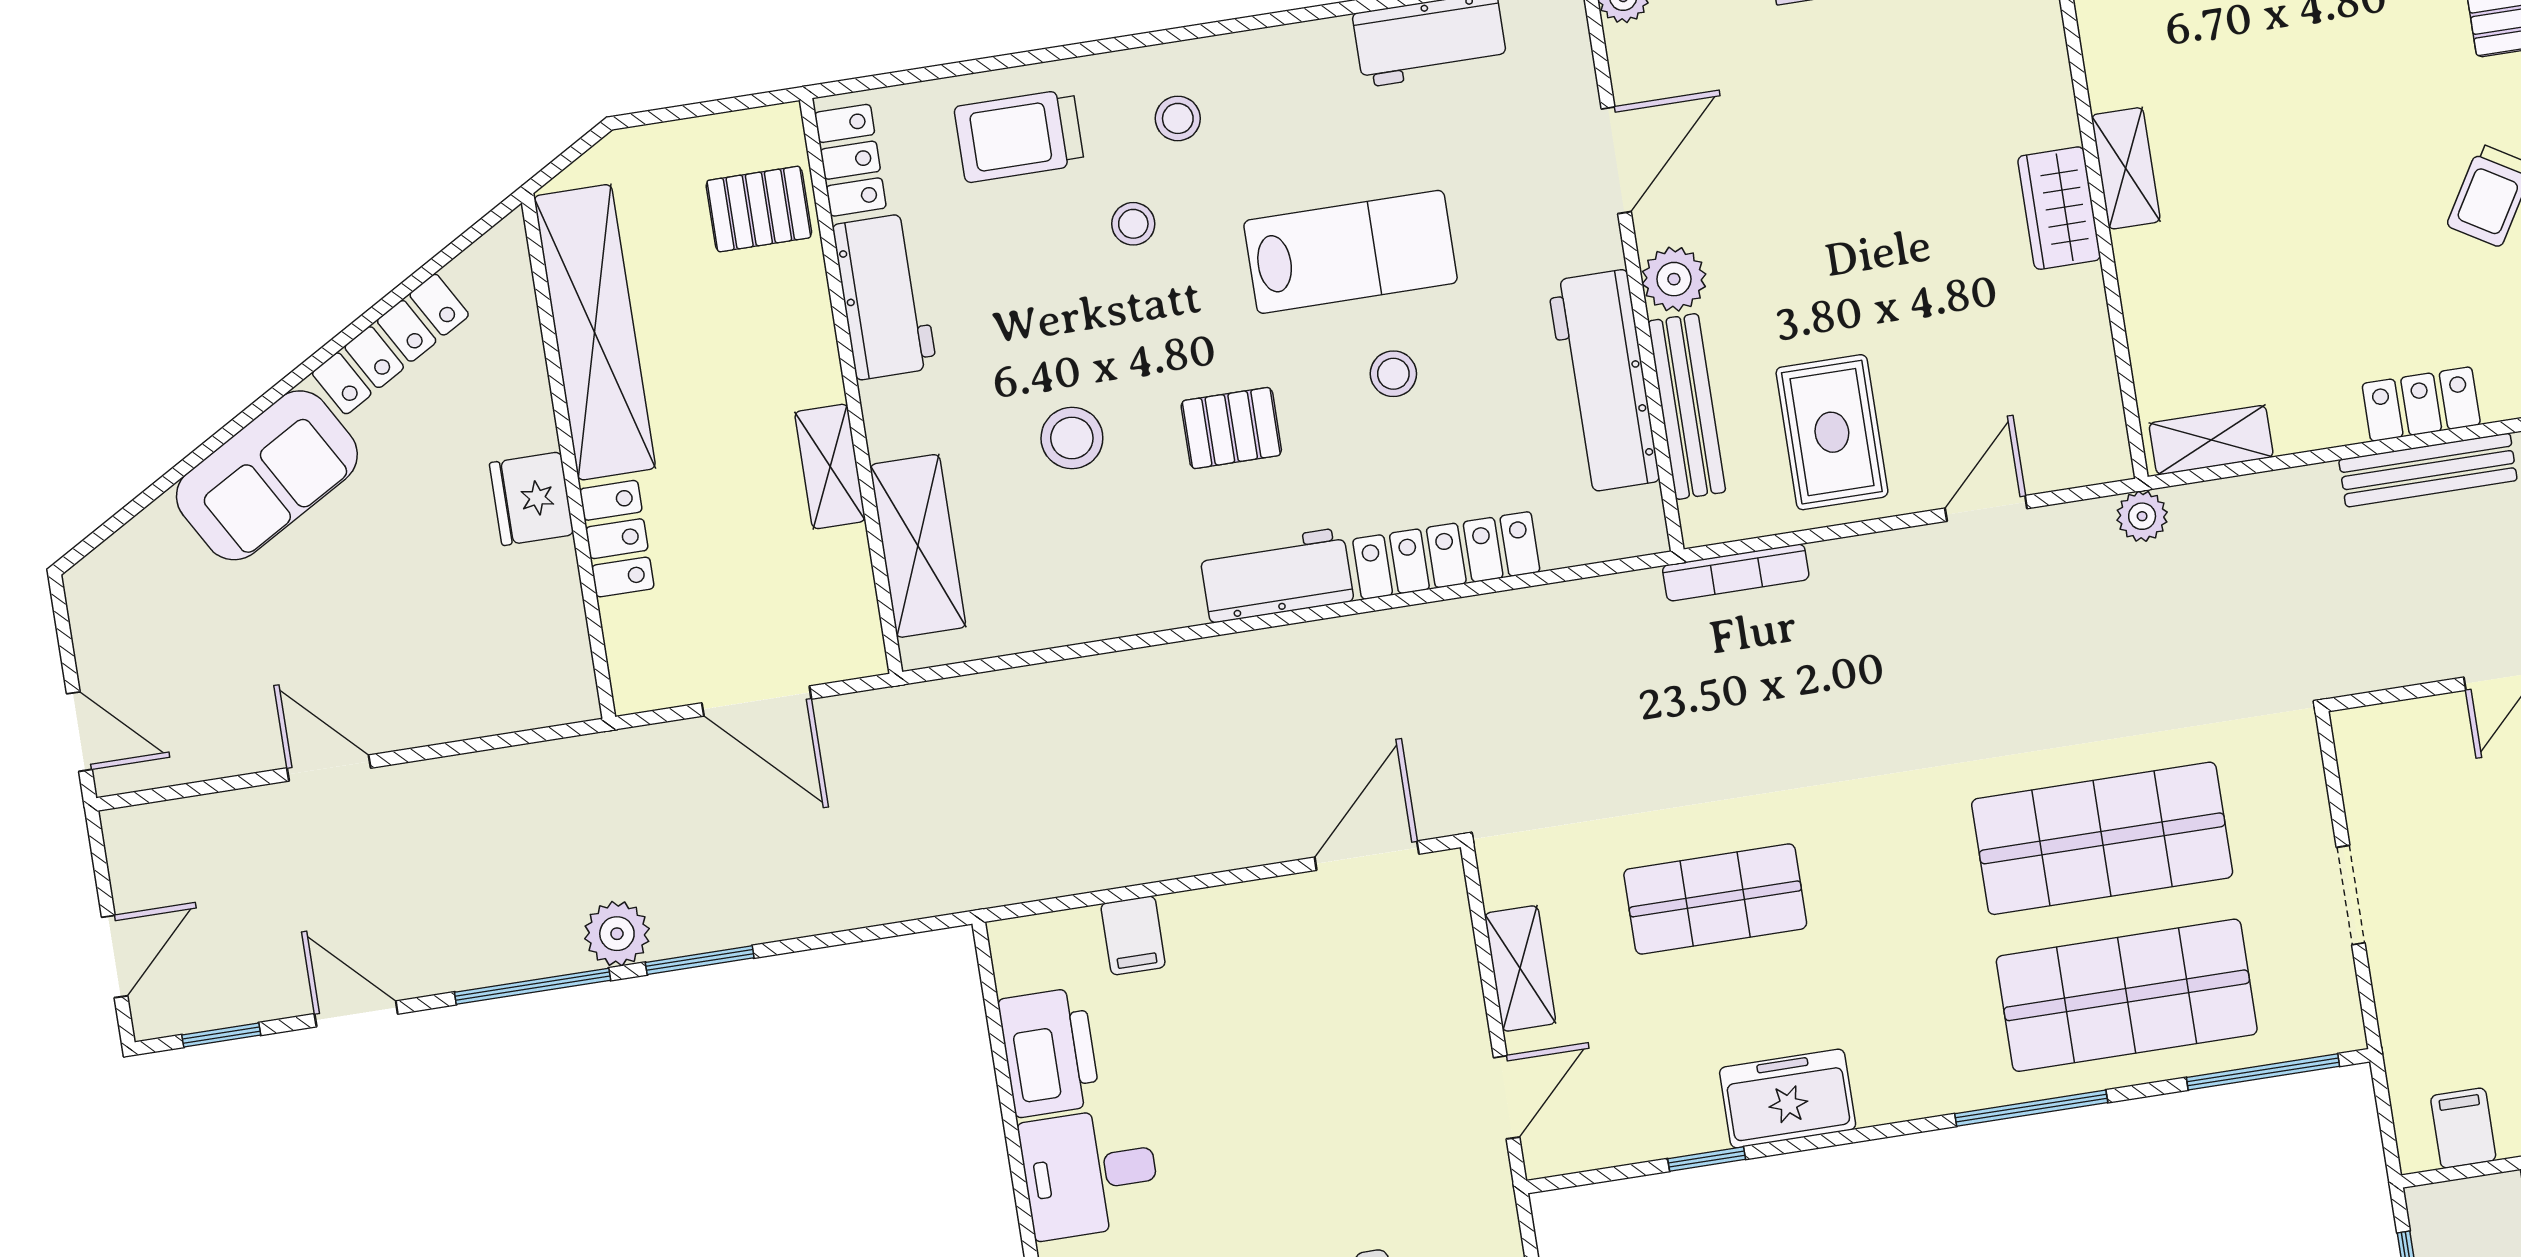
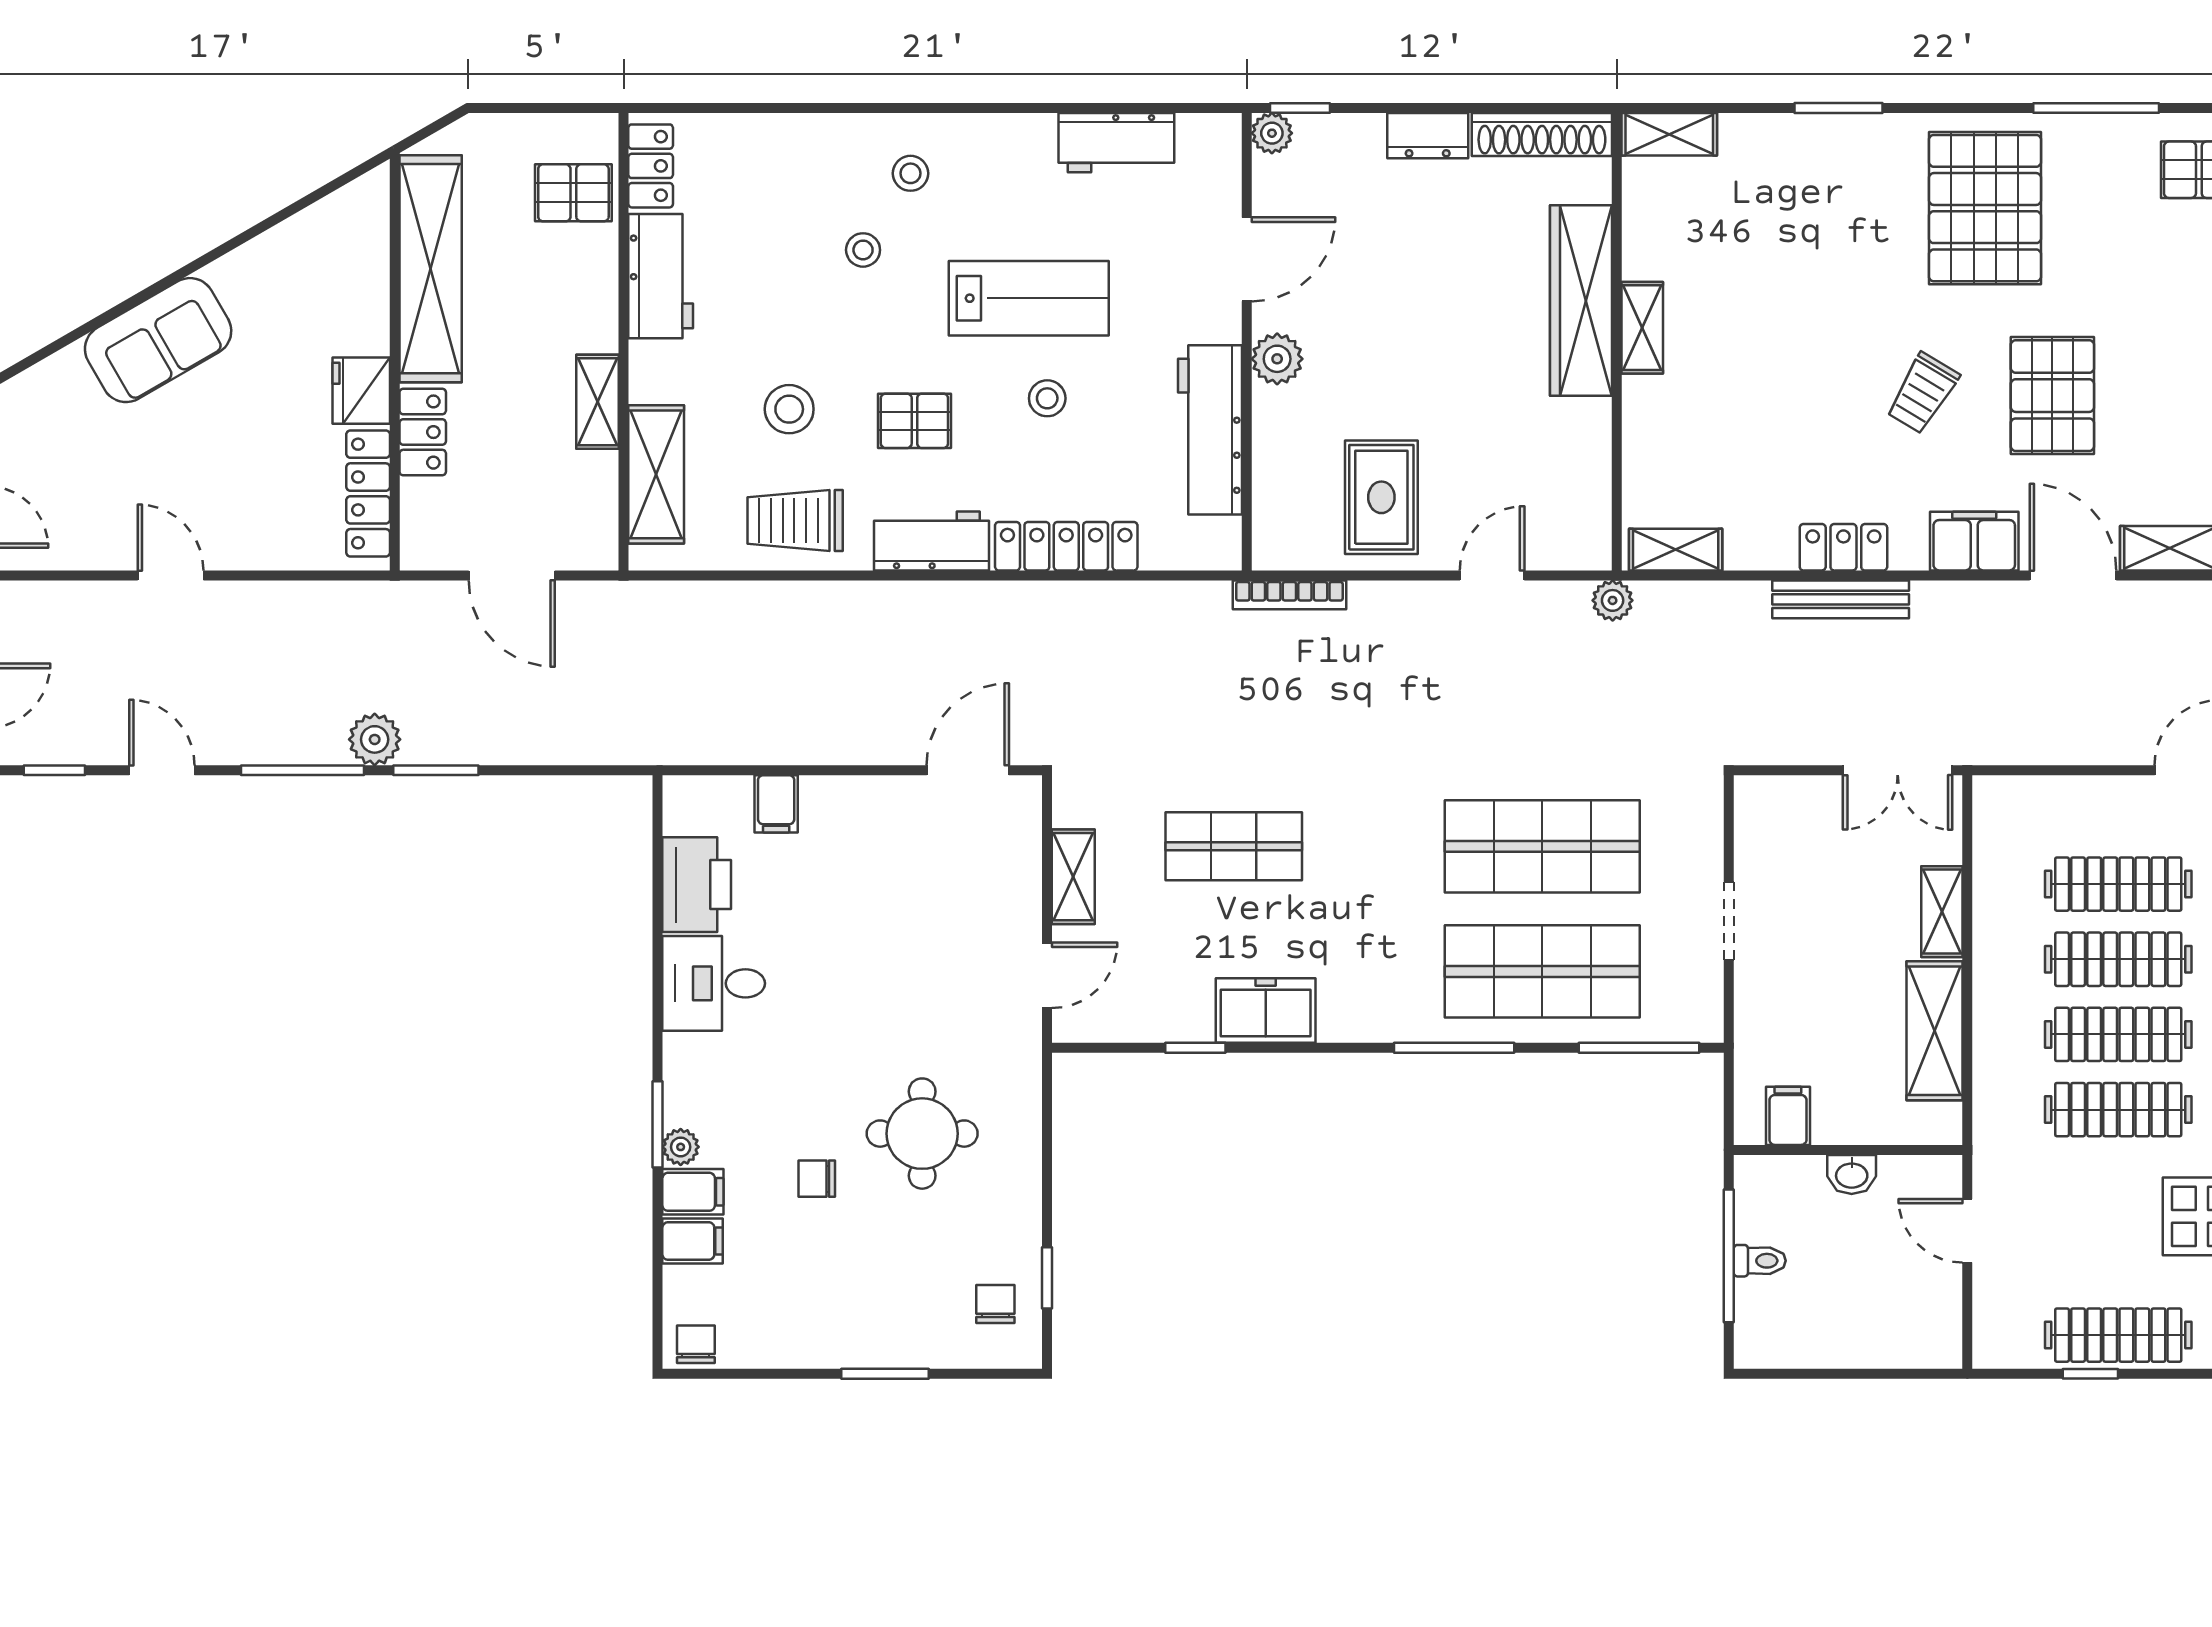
trolley: (1019, 136) -> (795, 520), moved
wardrobe: (2059, 208) -> (1581, 301), width x2.10, depth x1.17
locker: (390, 344) -> (368, 493), moved, turned 120
bench: (1687, 407) -> (1272, 460), removed

